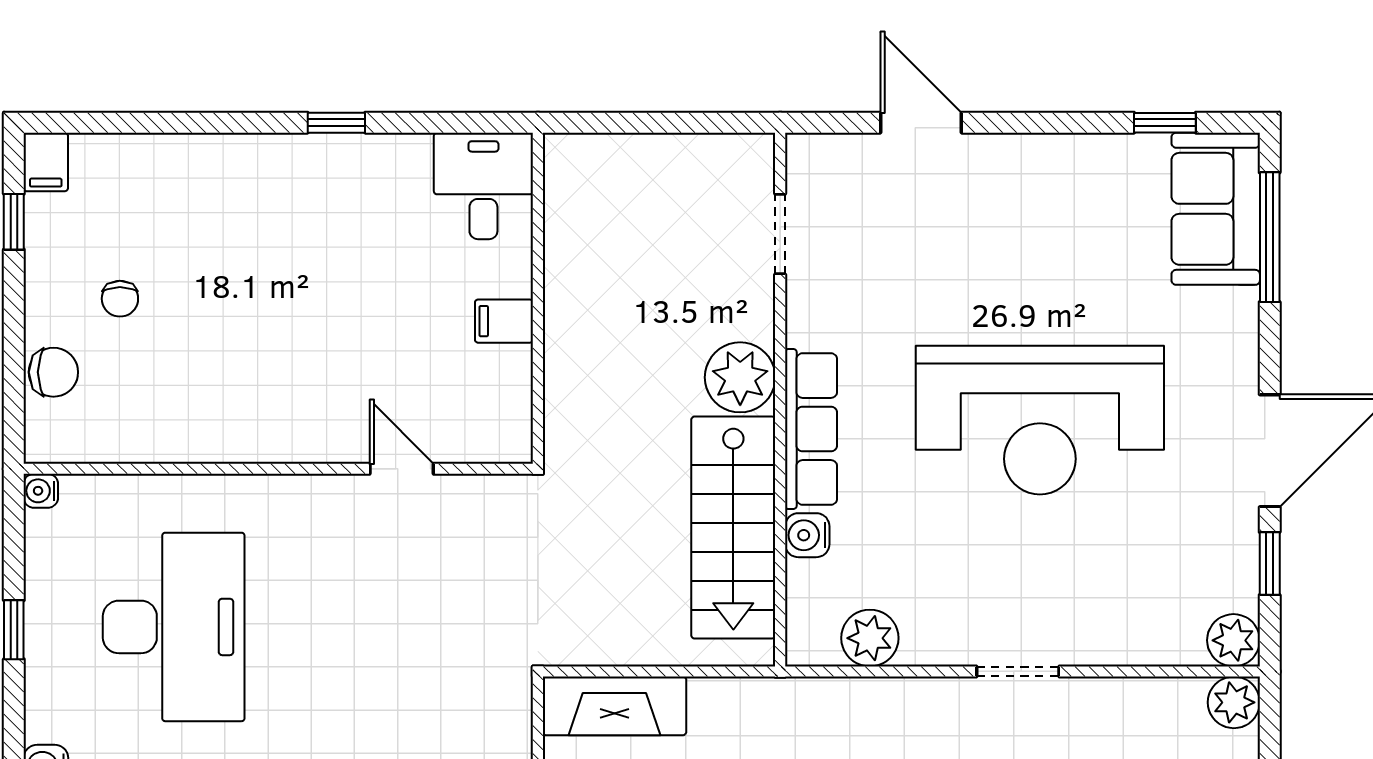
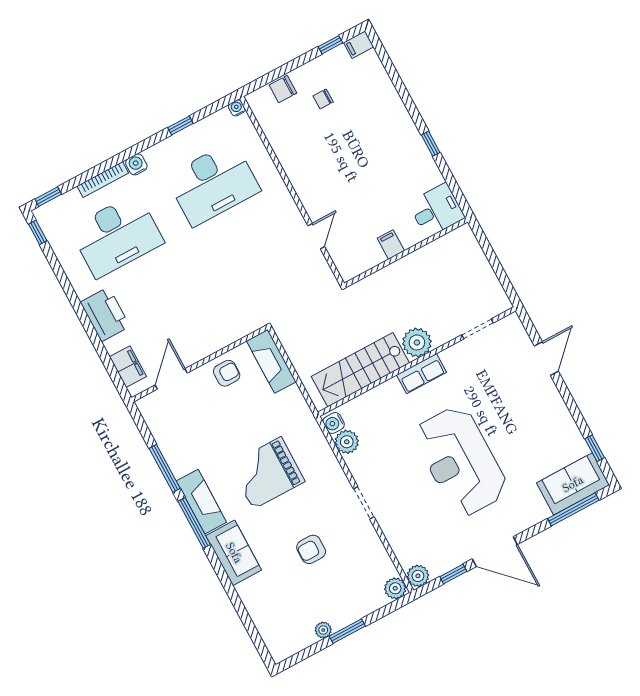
chair: (53, 372) -> (283, 89), turned 90
row of seats: (811, 429) -> (422, 374), width x0.68
water cooler: (807, 535) -> (334, 423), moved, turned -90

